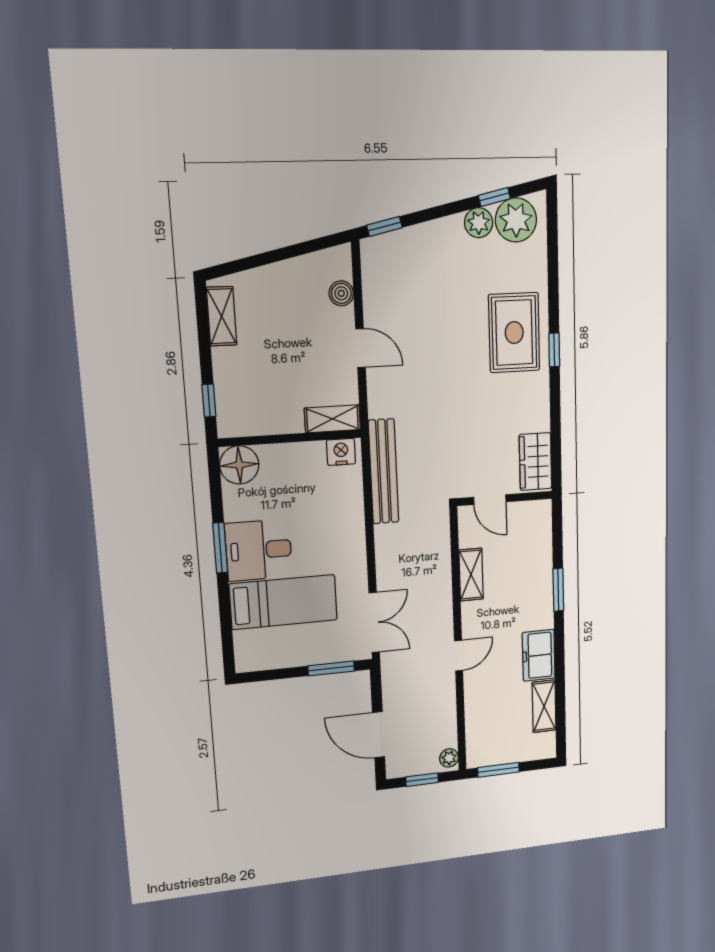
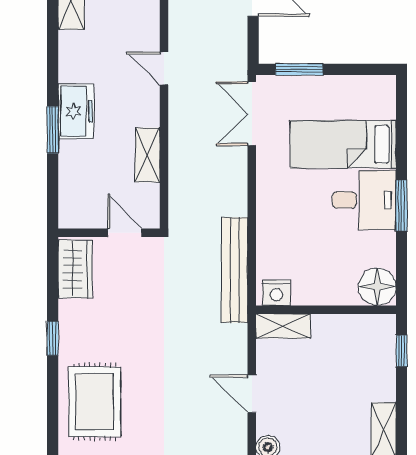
window: (554, 350) -> (53, 338), moved
freezer: (539, 655) -> (76, 111), moved
door: (459, 656) -> (164, 69), hinge flipped

